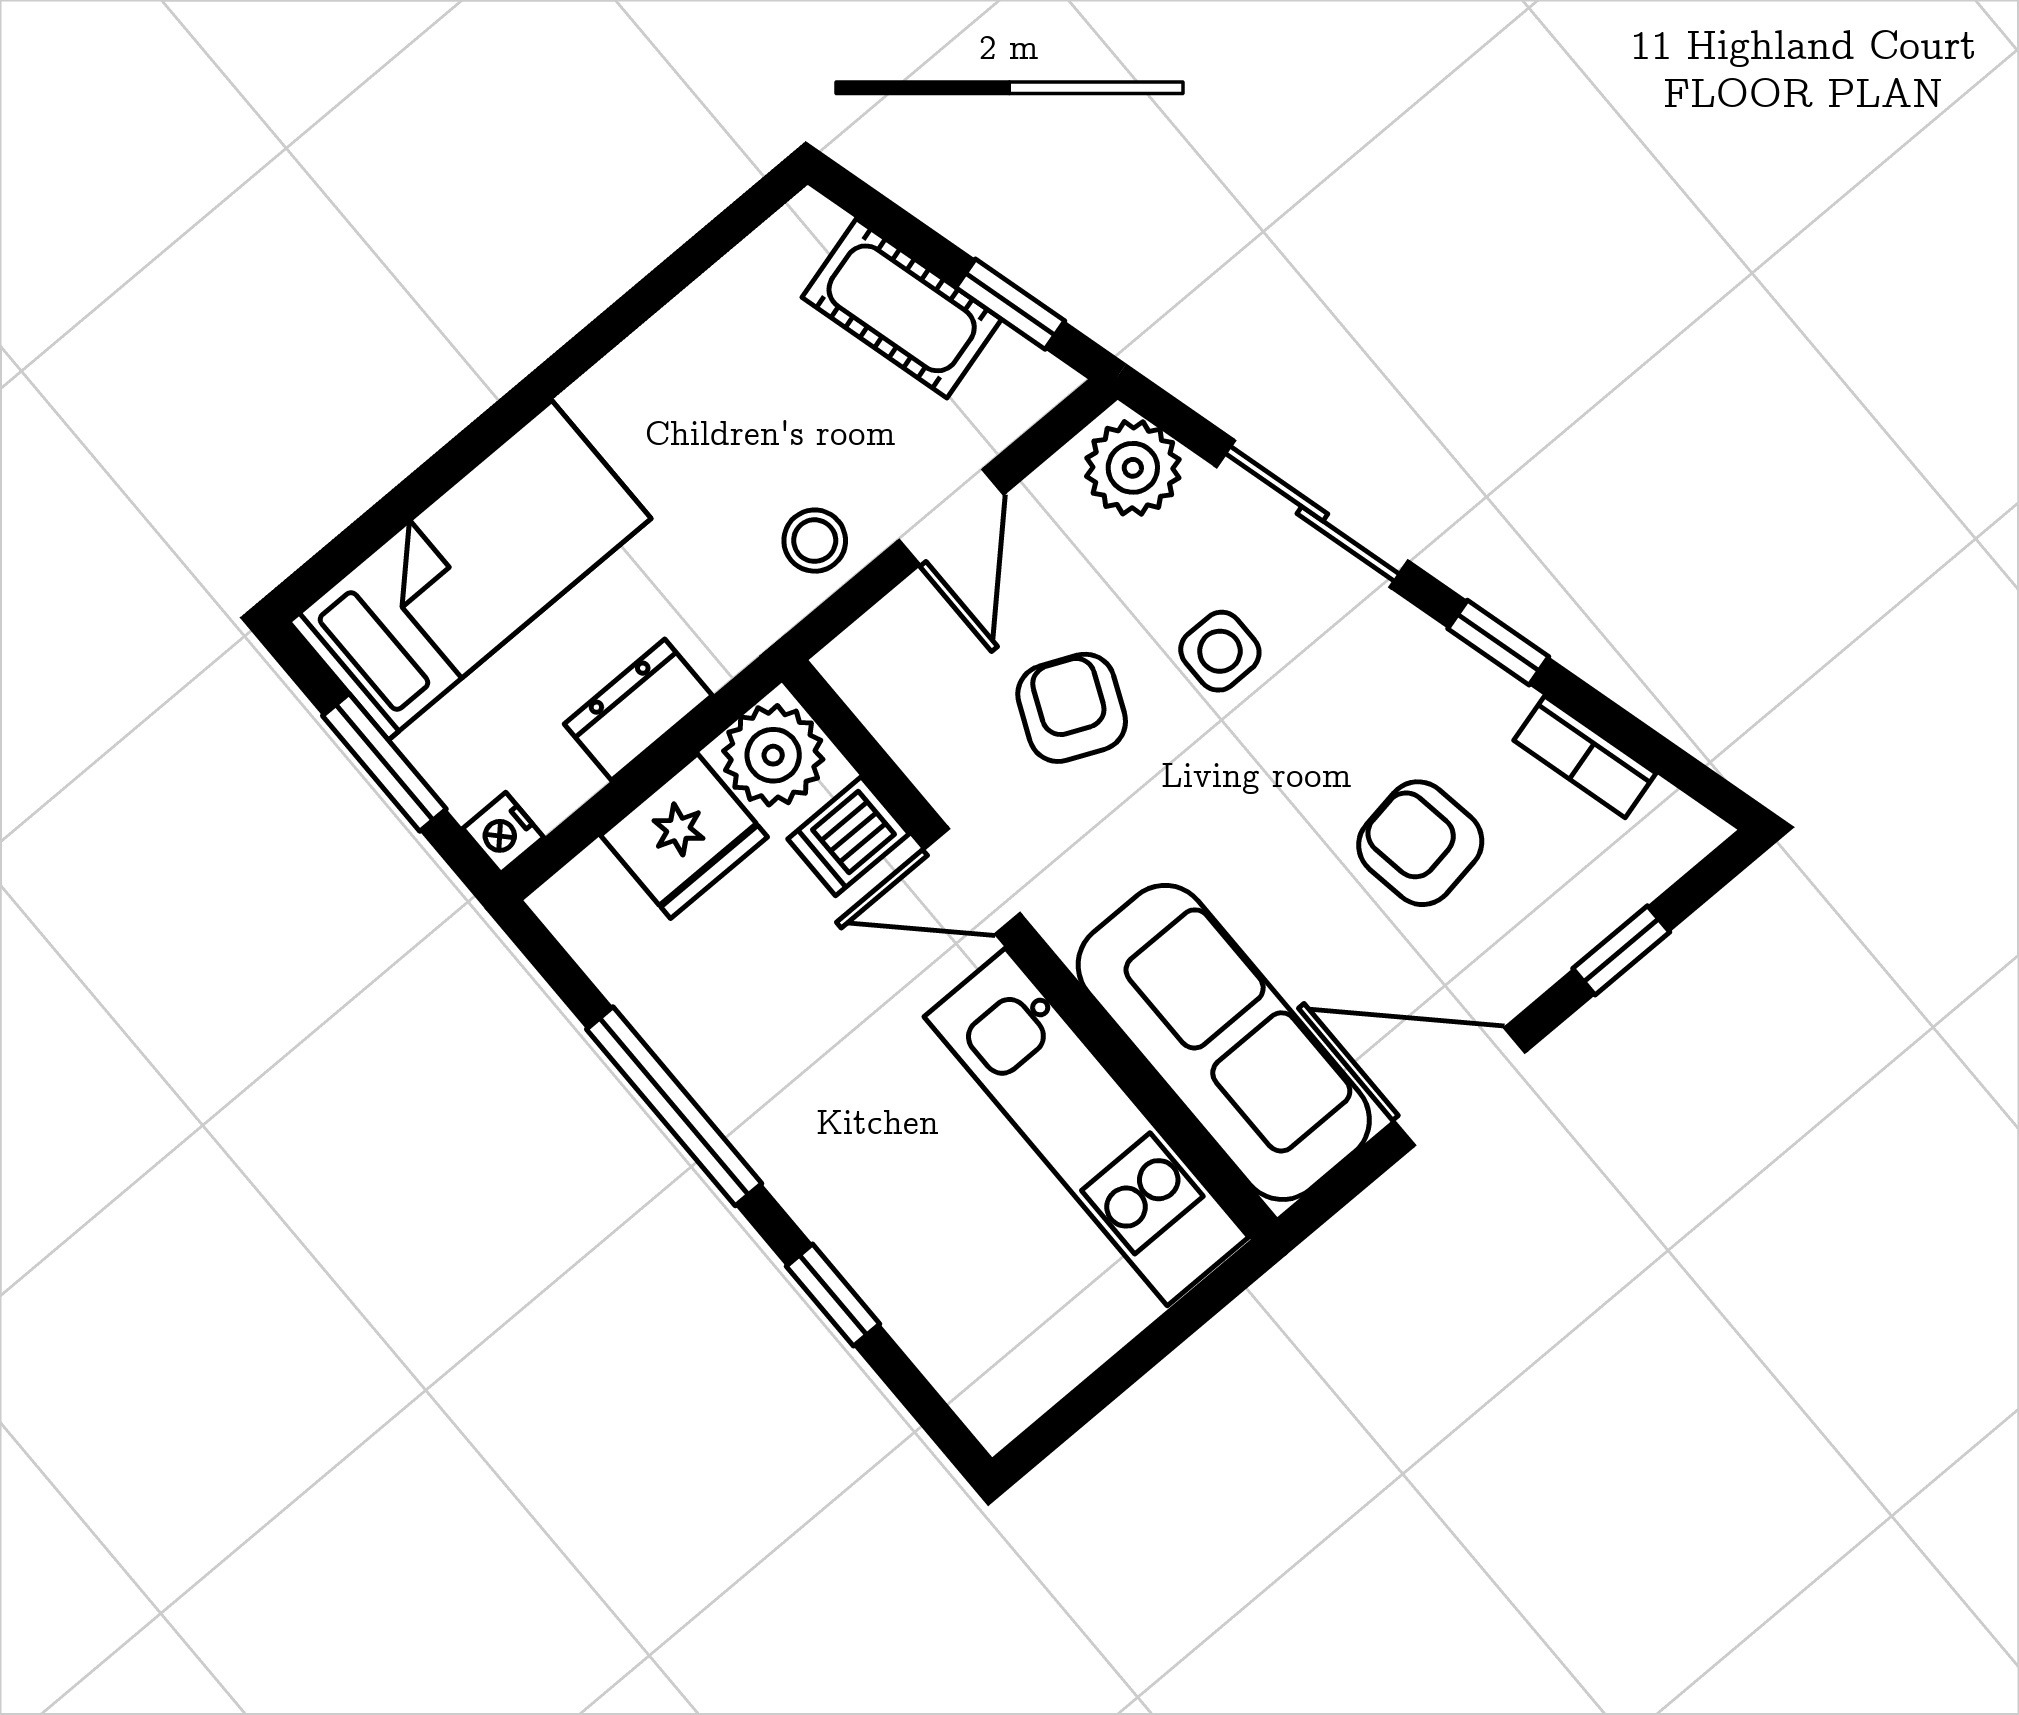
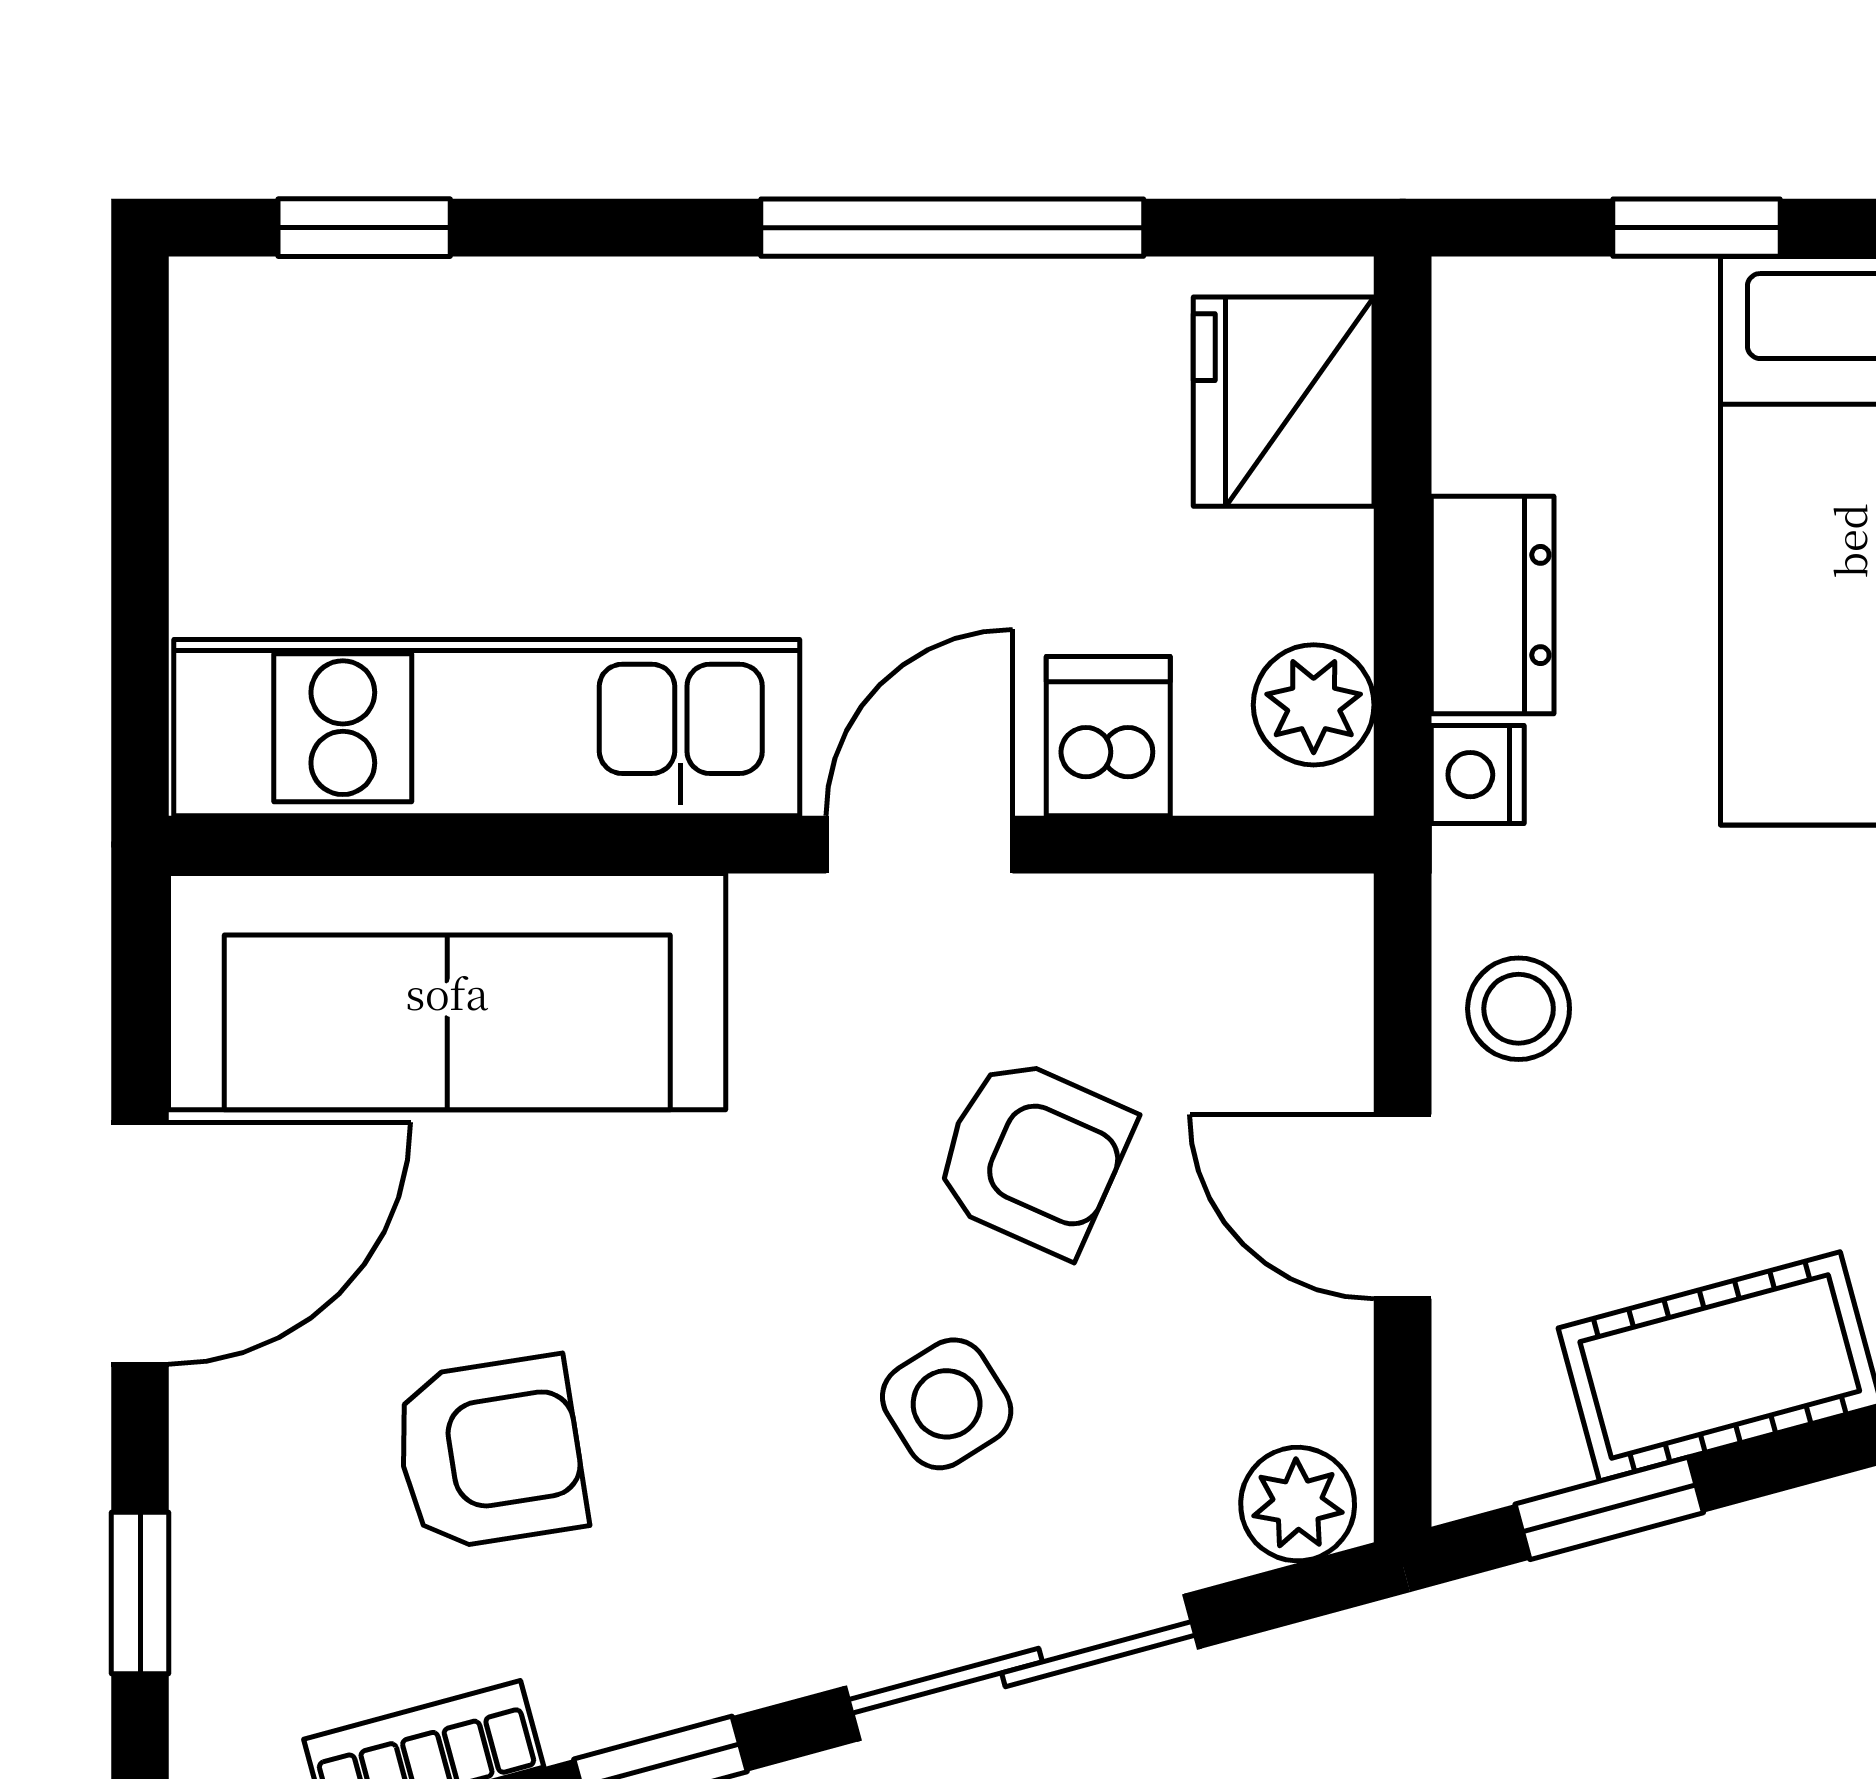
plant: (1133, 468) -> (1298, 1504), width x0.73, depth x0.73
side table: (1220, 651) -> (947, 1404), turned -32
plant: (773, 755) -> (1314, 705), width x0.73, depth x0.73
window: (384, 762) -> (1697, 228), width x0.67
nightstand: (503, 833) -> (1478, 775), moved, turned -90
fridge: (684, 836) -> (1284, 402), moved
window: (833, 1295) -> (364, 228), moved

